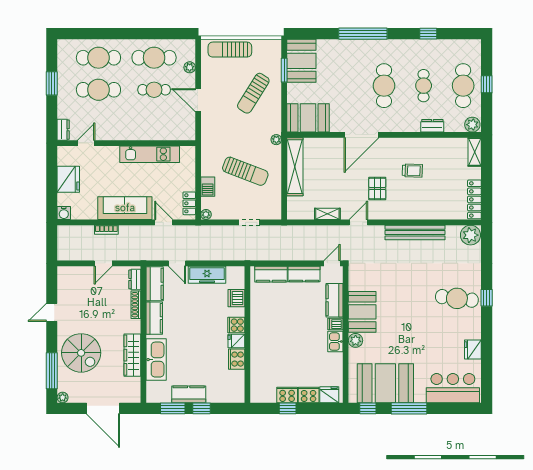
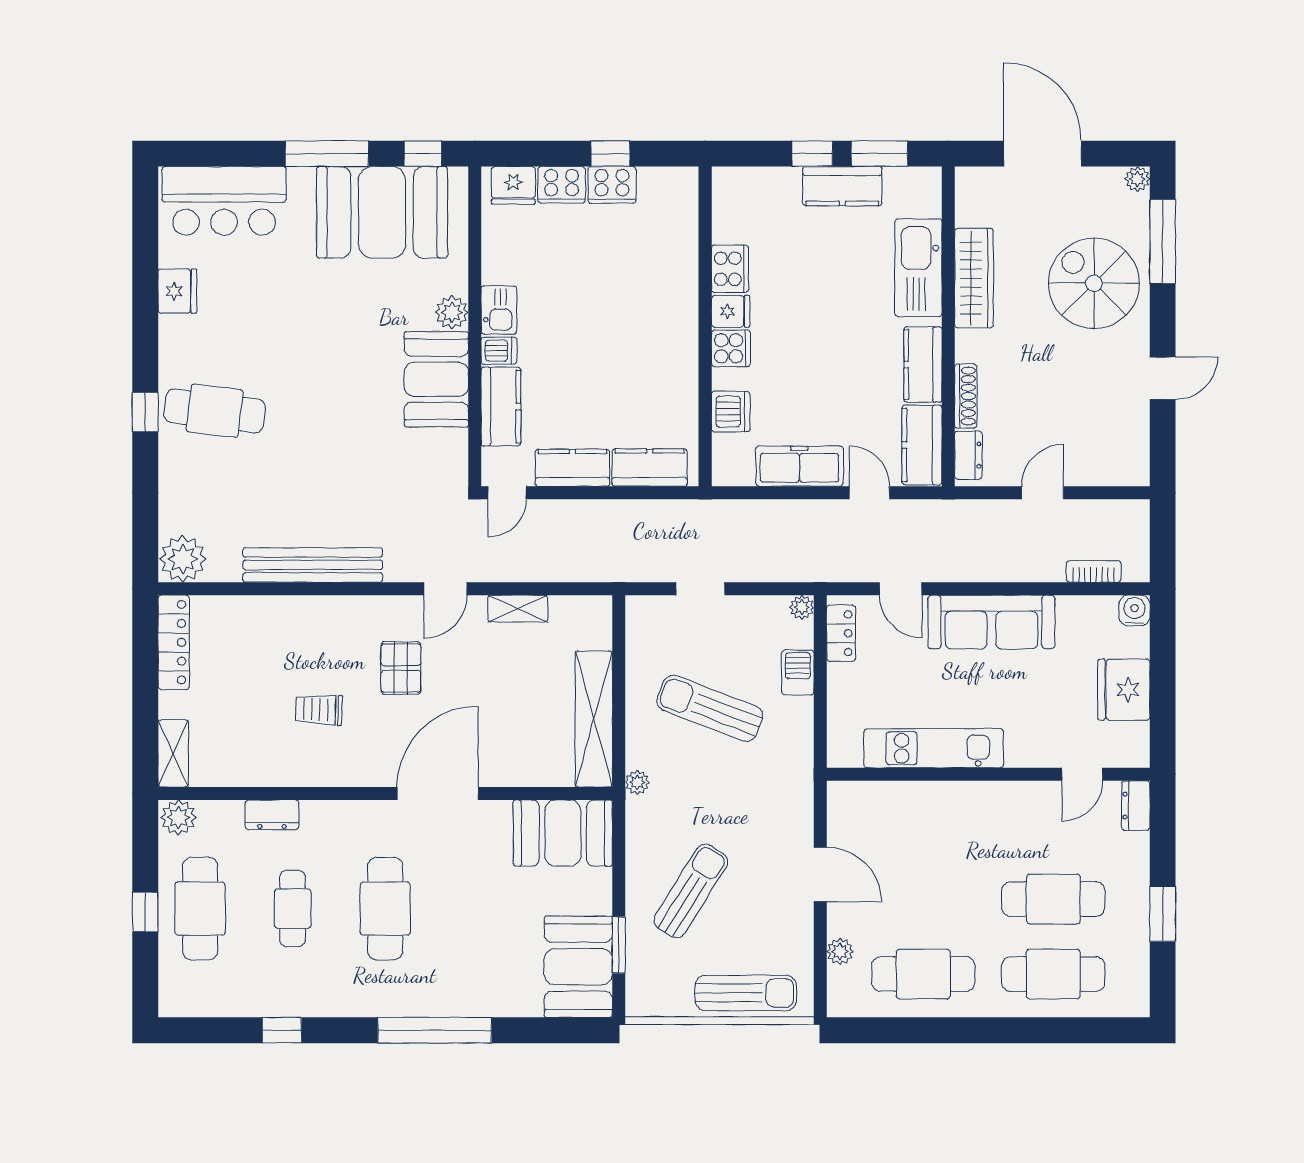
cafe table: (154, 90) -> (923, 899), removed
bookcase: (106, 230) -> (1094, 571), moved

